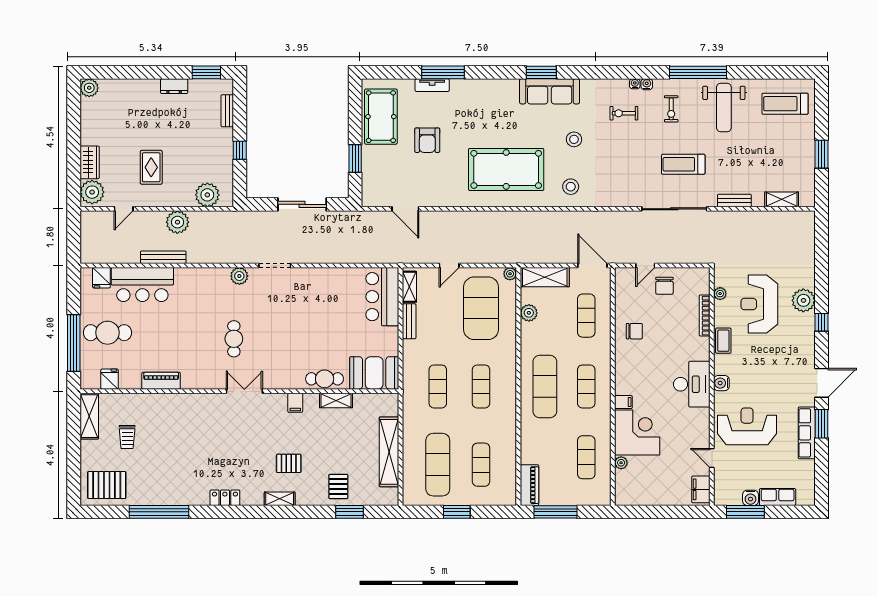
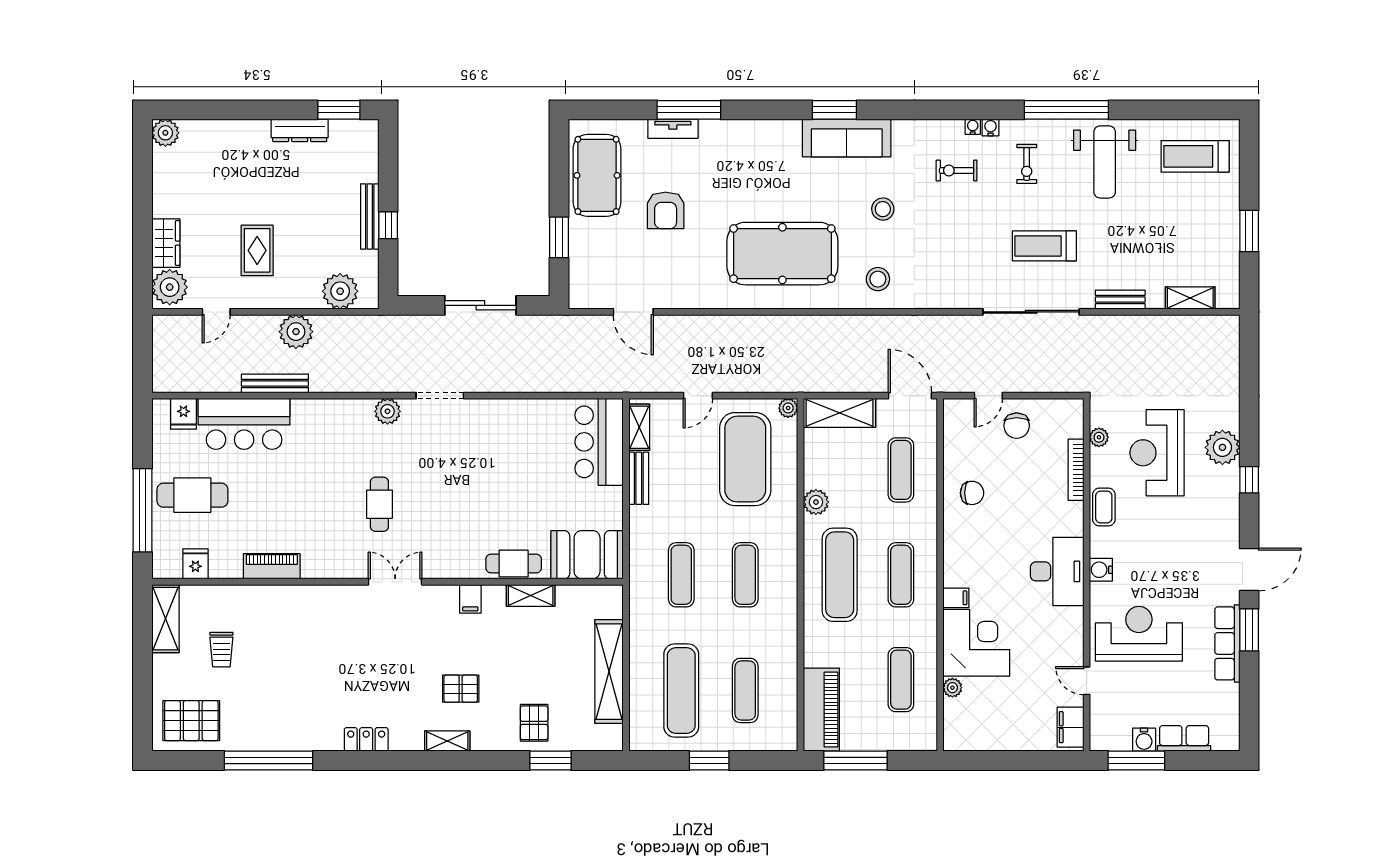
dresser: (174, 86) -> (300, 130), width x1.44
bench: (227, 111) -> (370, 217), moved, width x1.36
plant: (529, 313) -> (816, 502), moved
piano: (529, 485) -> (821, 710), width x1.37, depth x1.33

